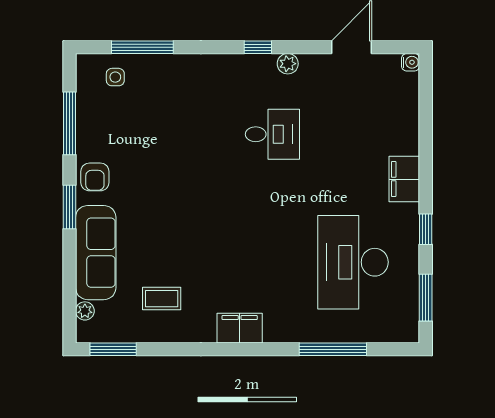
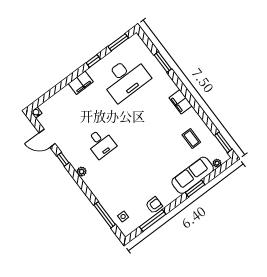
window: (258, 47) -> (63, 159), moved
plant: (288, 64) -> (82, 172), moved
desk: (272, 134) -> (101, 143), turned 180
armchair: (95, 177) -> (154, 205), moved
window: (70, 207) -> (195, 188), moved
window: (333, 349) -> (163, 62), width x0.69

